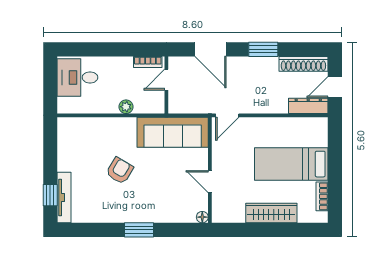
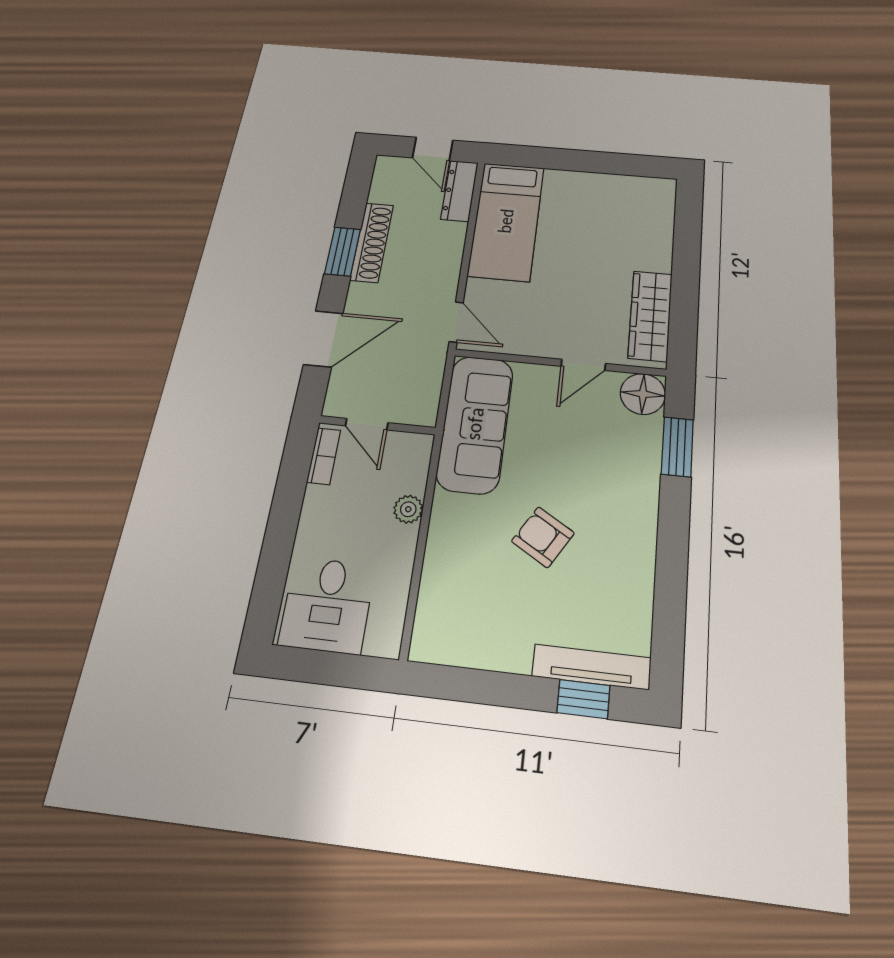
shoe rack: (303, 64) -> (372, 242), moved
bed: (291, 164) -> (506, 221), moved
bookcase: (322, 196) -> (628, 184), removed
wardrobe: (271, 213) -> (650, 316), moved
floor lamp: (202, 217) -> (643, 394), width x1.89, depth x1.89
window: (139, 230) -> (677, 447), moved

